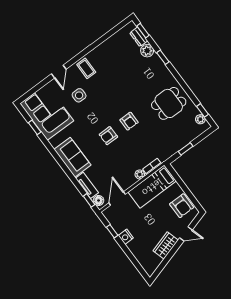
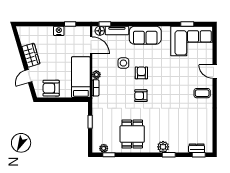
plant: (147, 51) -> (163, 147), moved
side table: (79, 95) -> (123, 63), moved

